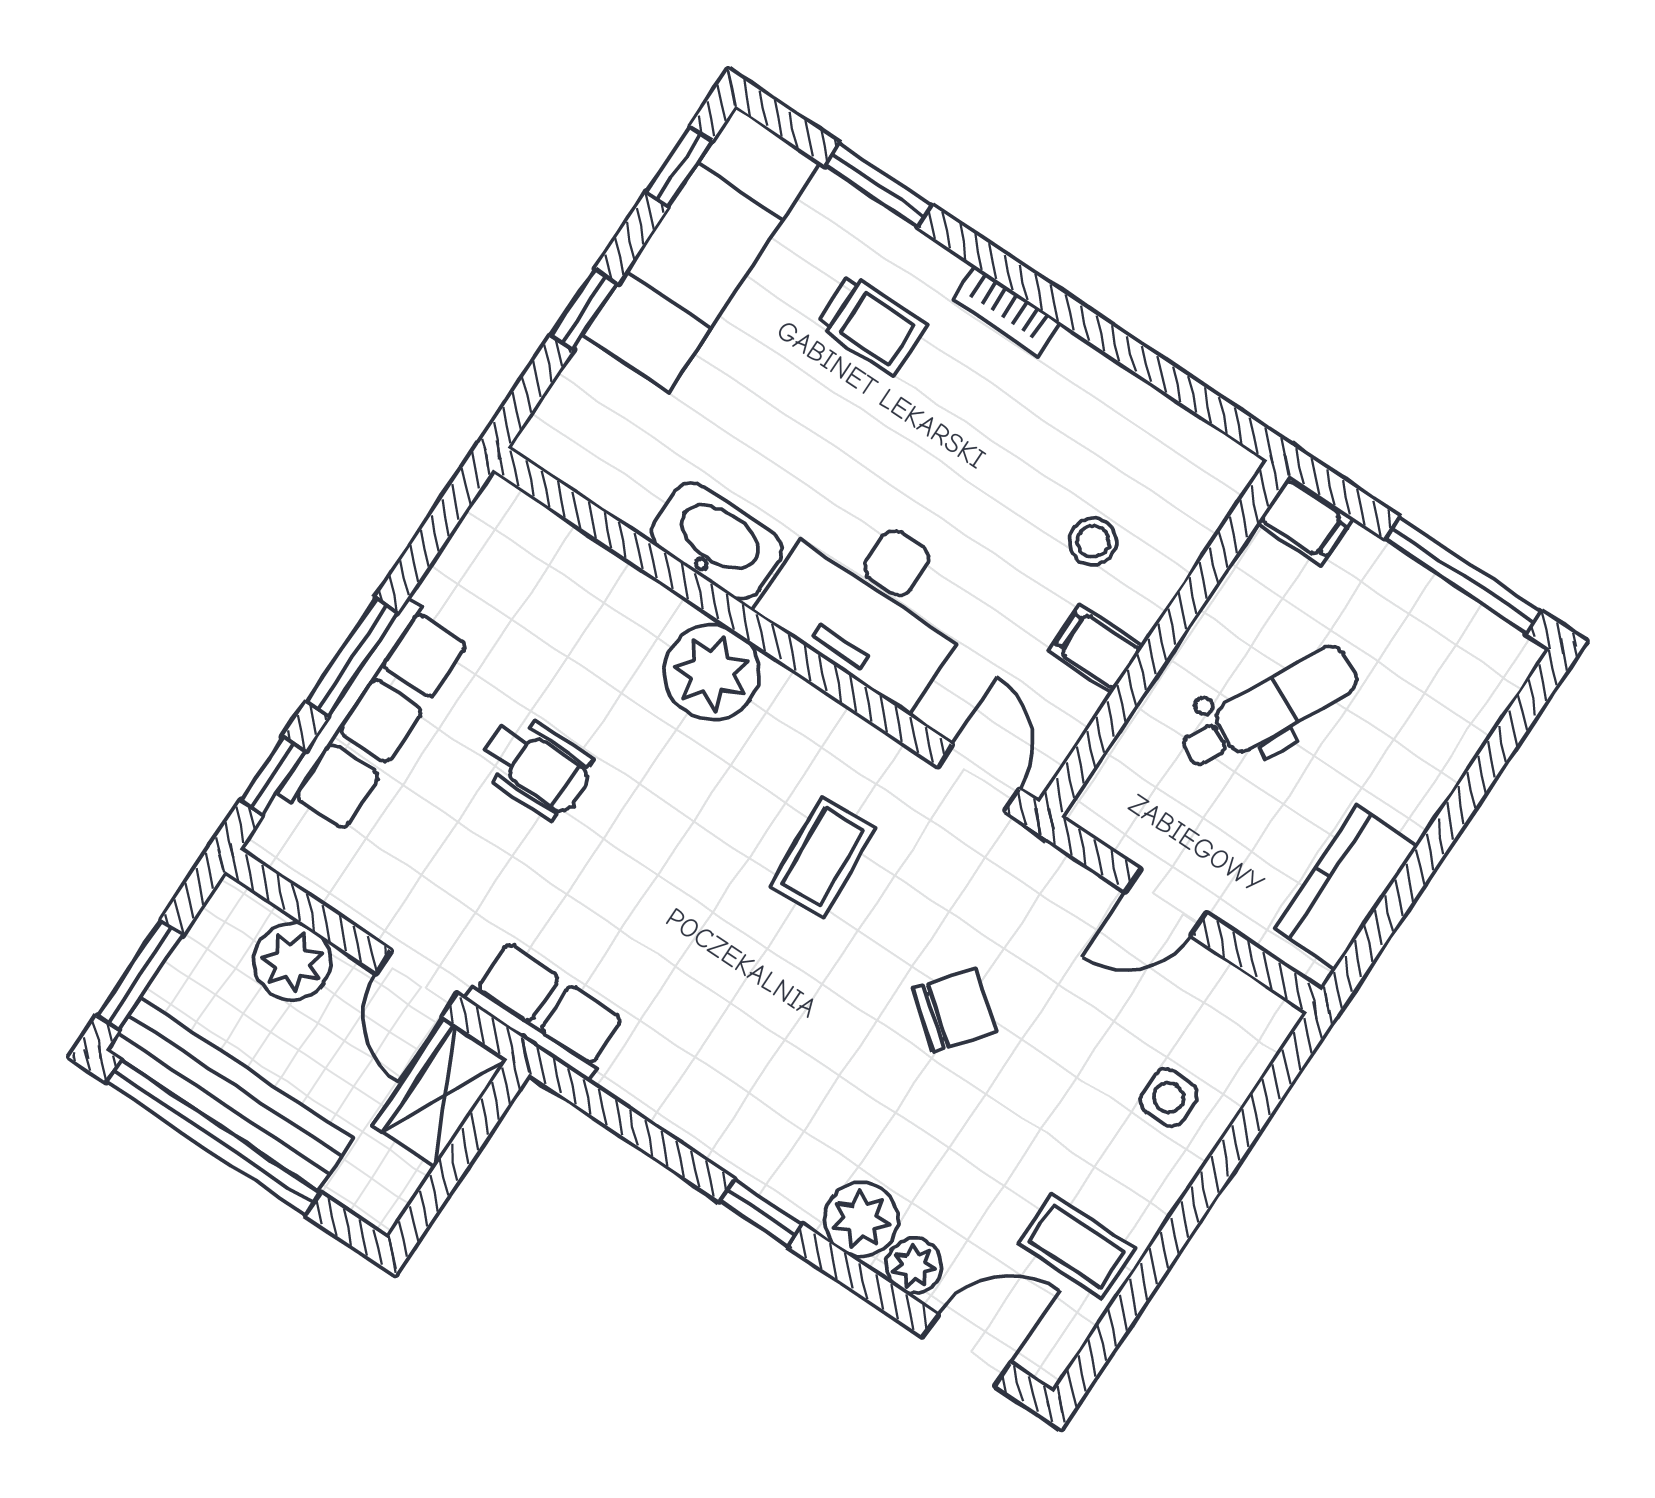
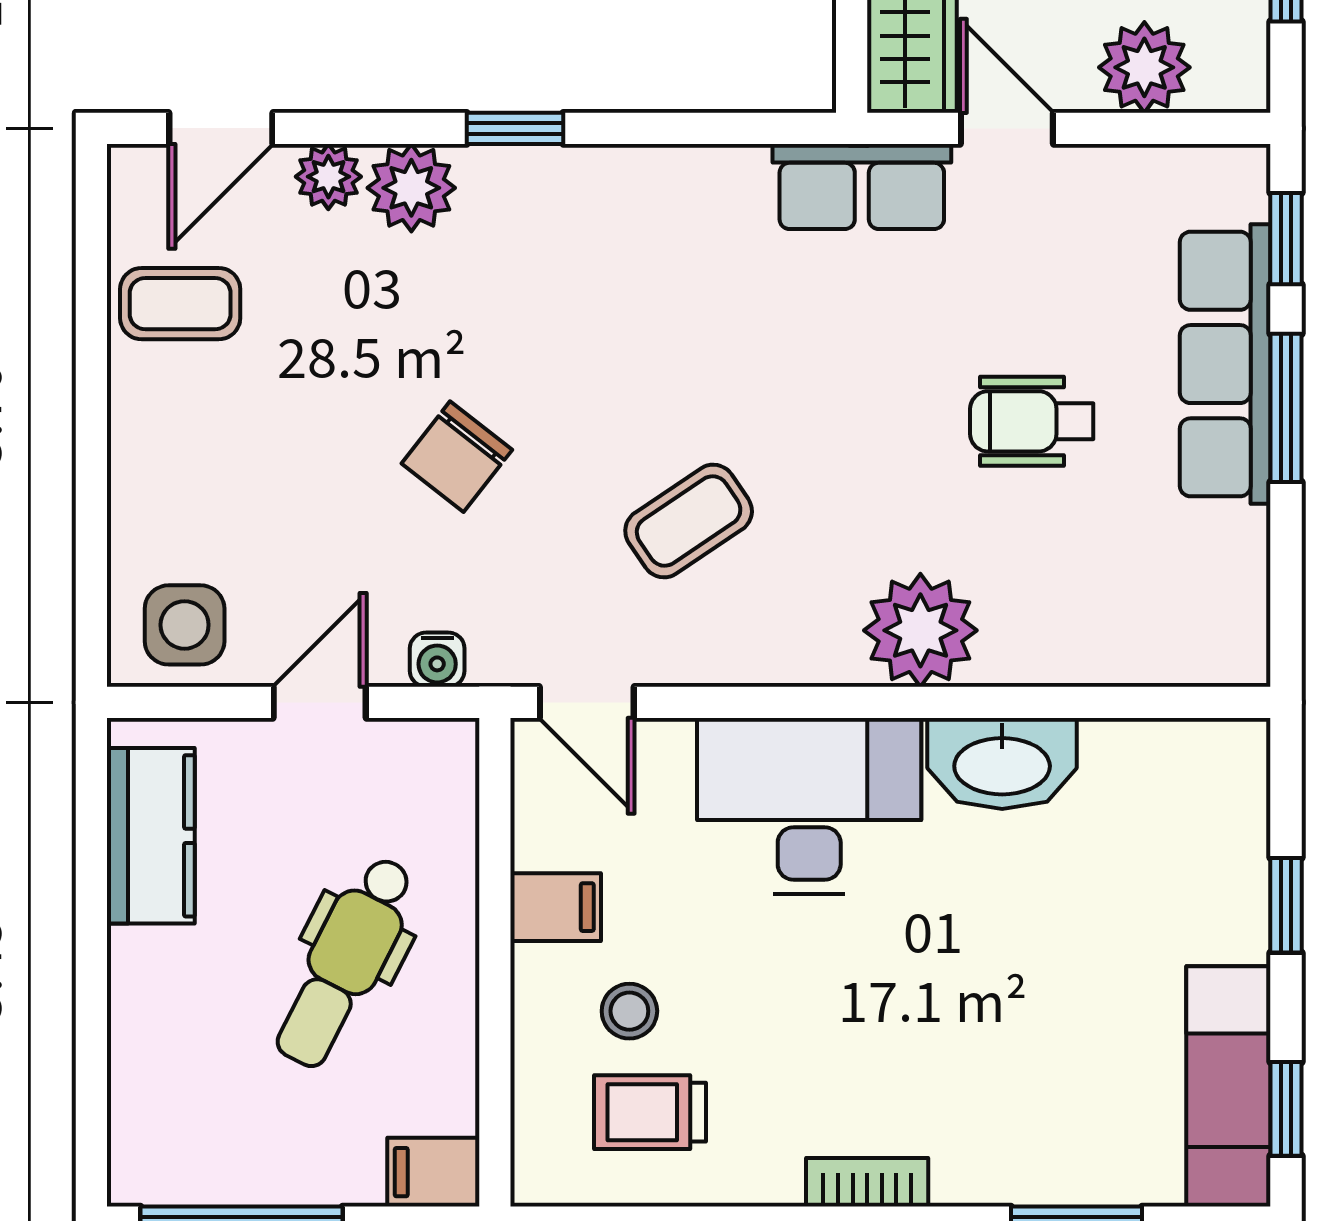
exam couch: (702, 249) -> (1228, 1086), width x0.73, depth x0.69
trolley: (871, 325) -> (650, 1112), moved
coffee table: (823, 857) -> (689, 521), turned 60
water cooler: (1063, 877) -> (437, 660), added
side table: (1169, 1098) -> (185, 625), moved, width x1.37, depth x1.37

